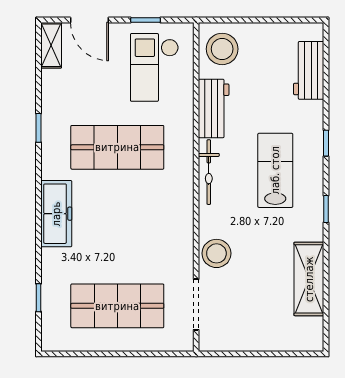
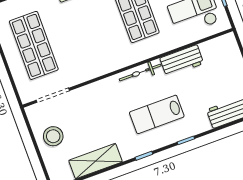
stool: (222, 49) -> (222, 52), removed
lab bench: (275, 170) -> (157, 114), turned 180
stool: (216, 253) -> (53, 136), moved

